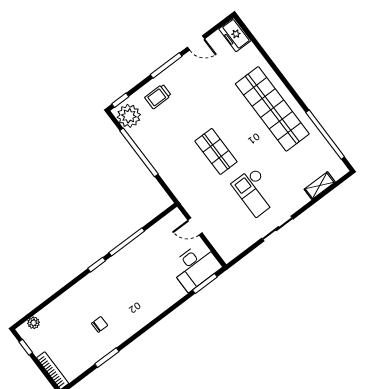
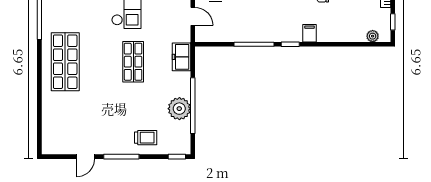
freezer: (235, 35) -> (181, 57), moved, turned 180
door: (196, 43) -> (85, 157), swing flipped
shop shelf: (272, 109) -> (65, 62), width x0.71
plant: (129, 116) -> (179, 109), moved
filing cabinet: (88, 286) -> (309, 33), added

